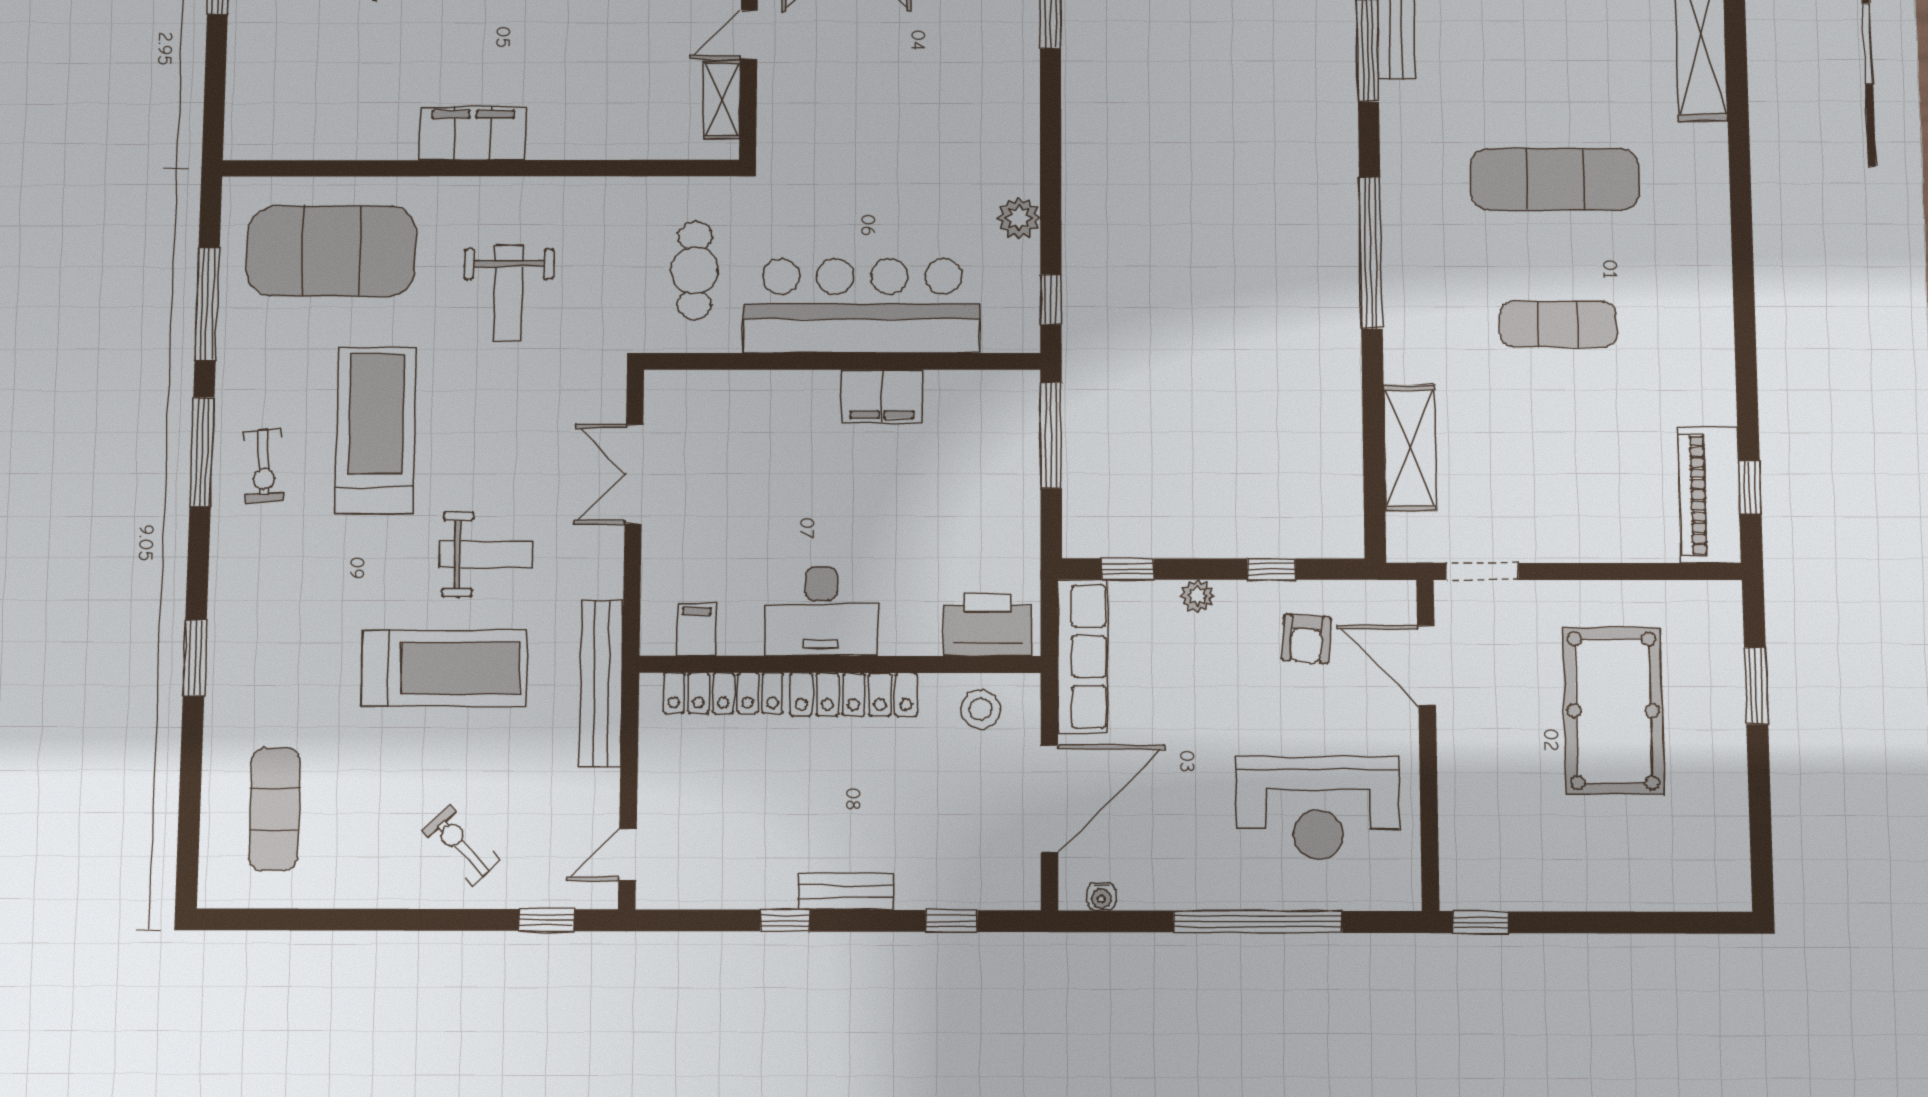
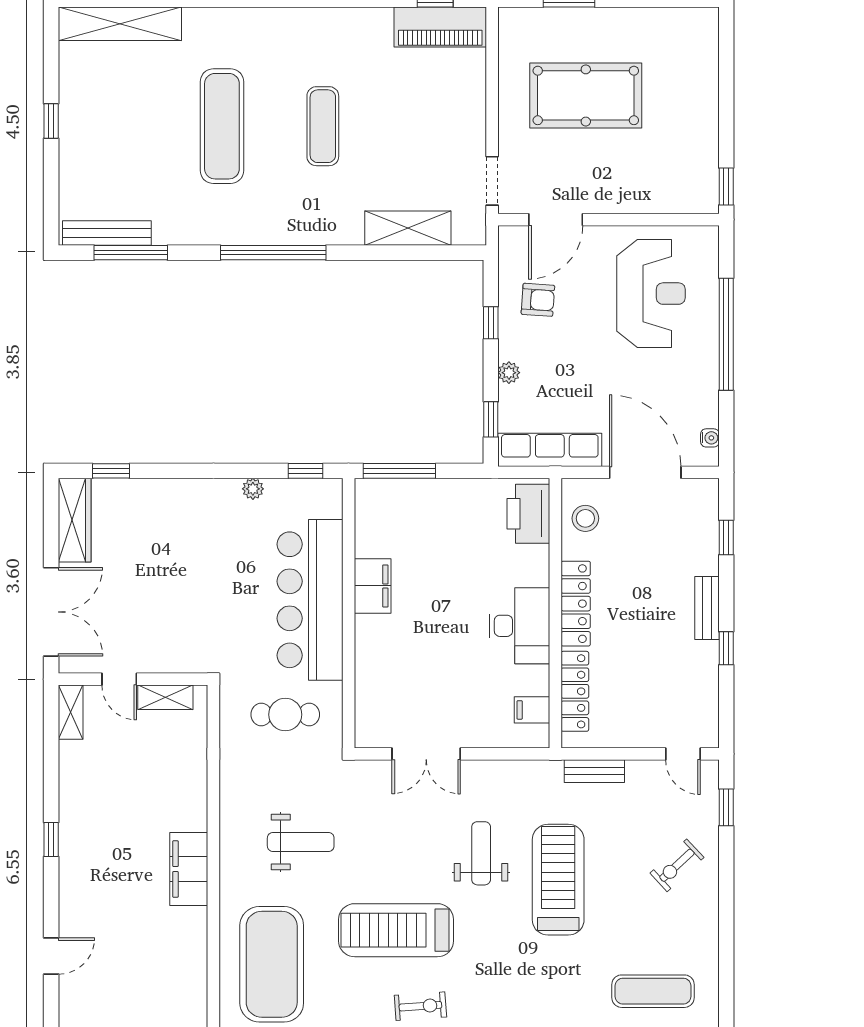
plant: (1019, 218) -> (253, 489), width x0.73, depth x0.73
bench: (601, 683) -> (594, 771), width x0.54, depth x0.82

